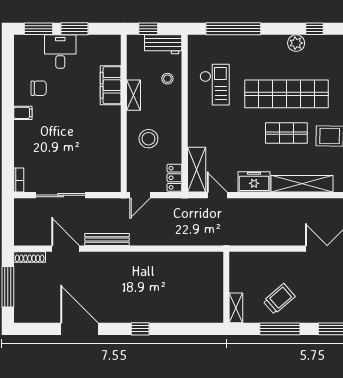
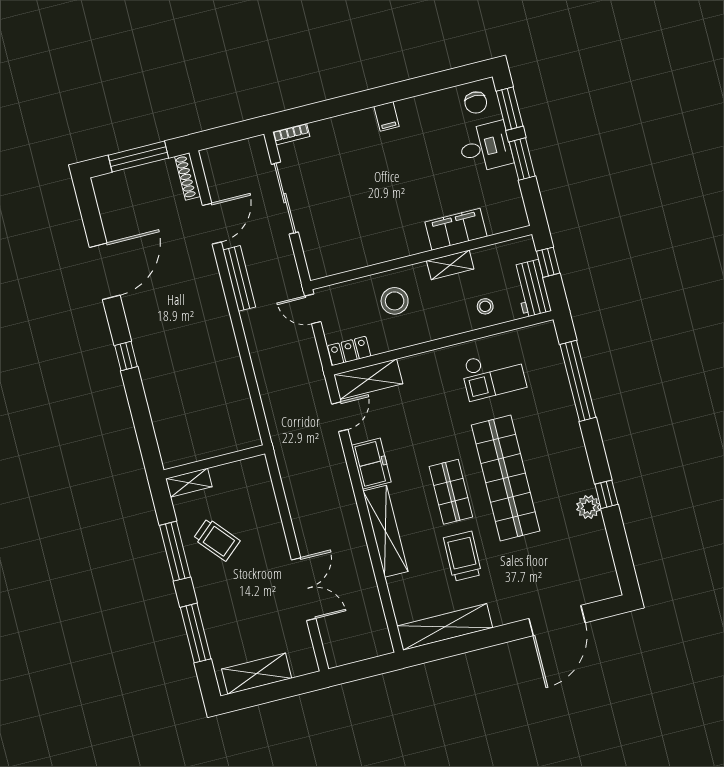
plant: (296, 43) -> (588, 507), moved
chair: (39, 88) -> (476, 103), moved

